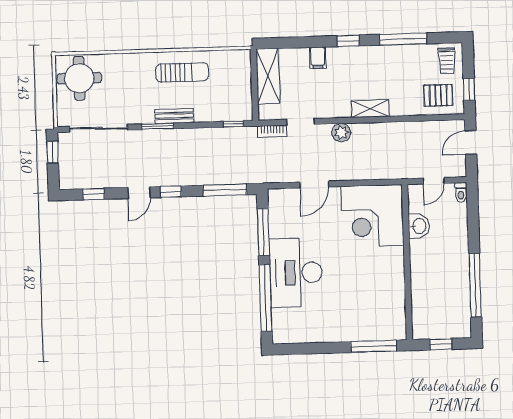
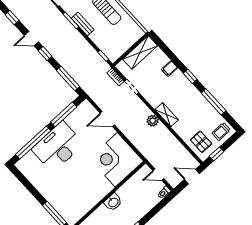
plant: (341, 133) -> (153, 121), moved
washbasin: (419, 226) -> (113, 202), moved

